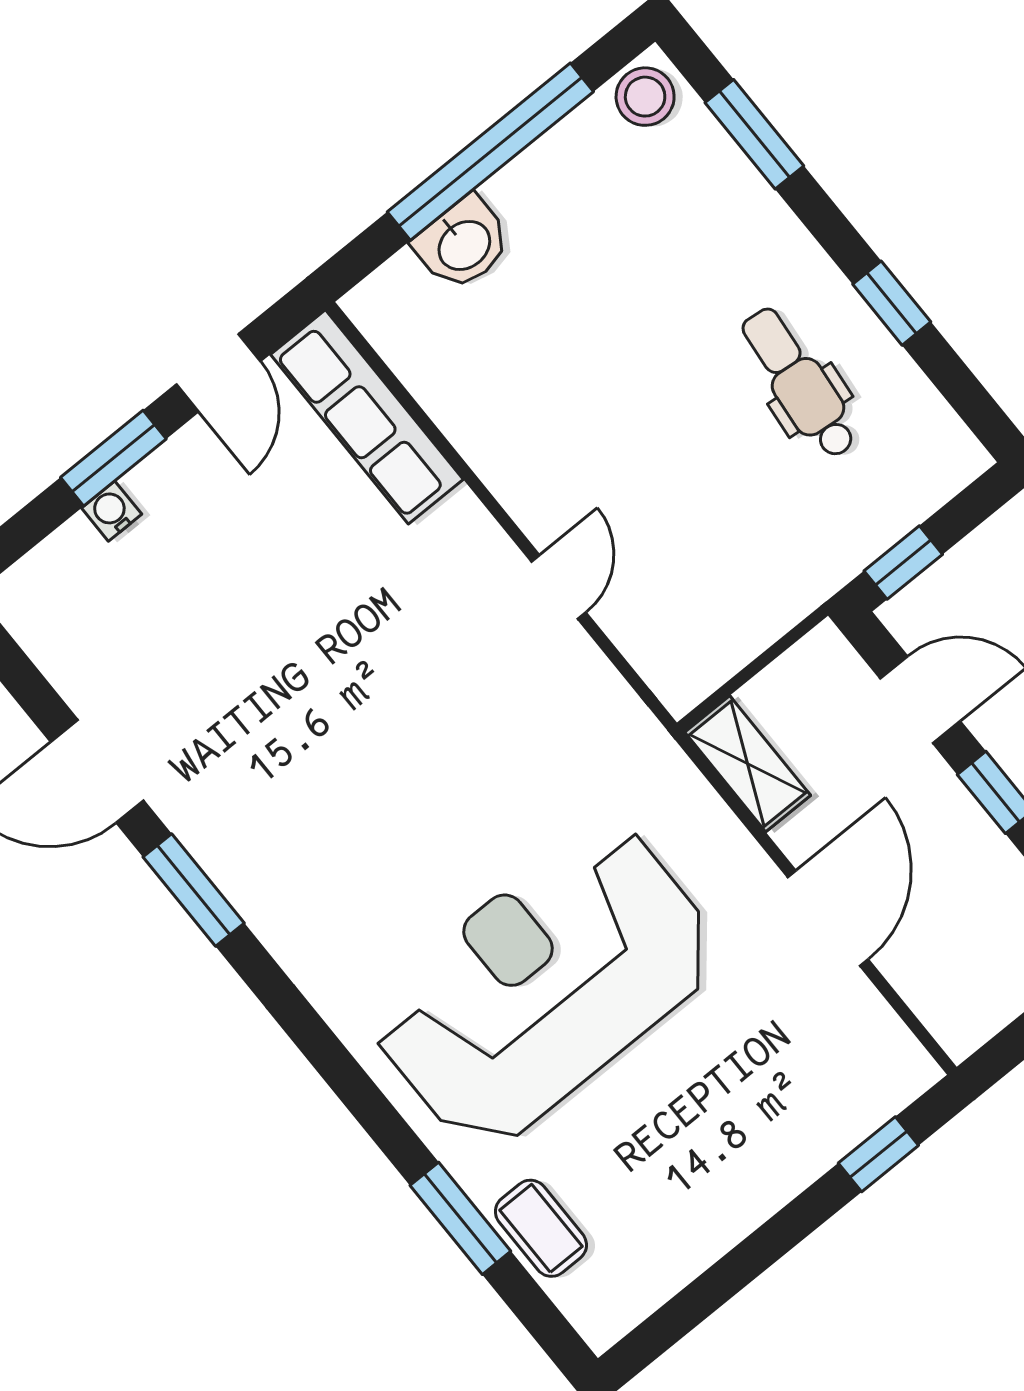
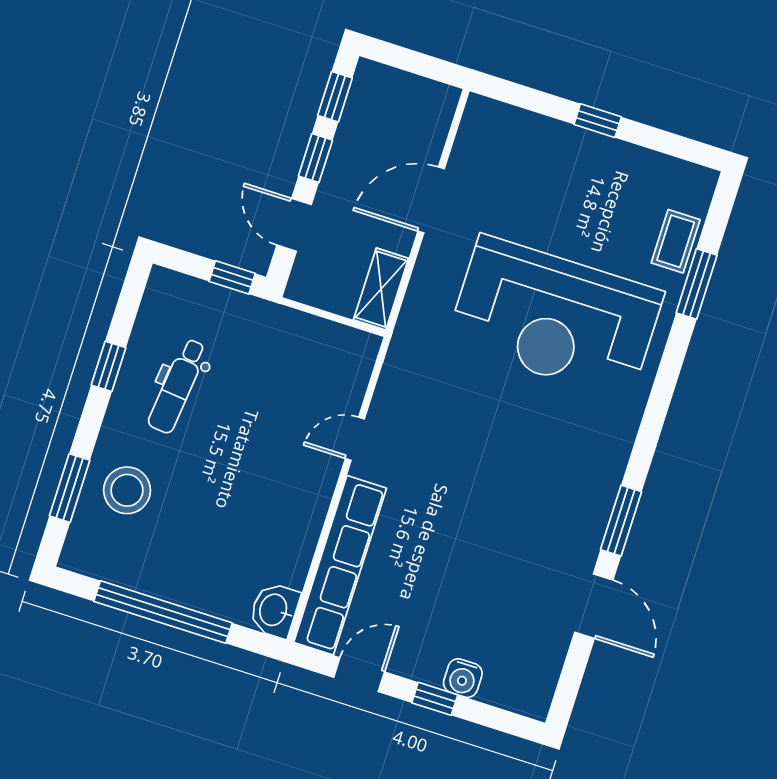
stool: (645, 97) -> (127, 490), moved, width x1.38, depth x1.38
washbasin: (463, 244) -> (274, 610), moved, turned -90
row of seats: (367, 417) -> (340, 565), width x1.36
window: (113, 458) -> (435, 699), width x0.67
water cooler: (112, 511) -> (463, 678), width x1.38, depth x1.38
window: (878, 1154) -> (598, 121), moved

